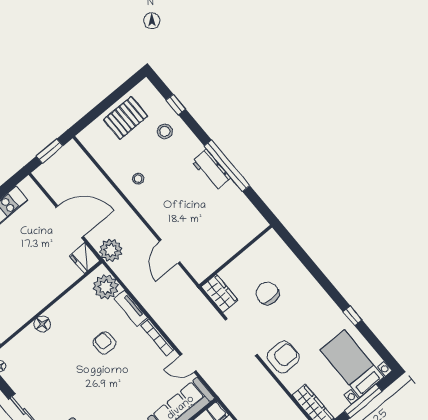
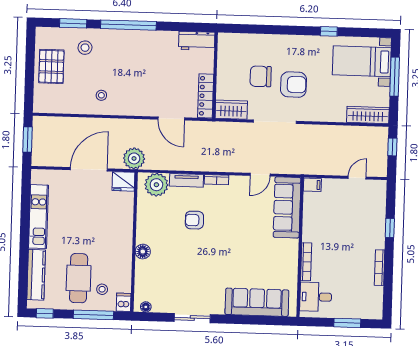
window: (176, 105) -> (73, 23), width x1.50
window: (227, 166) -> (128, 25), moved
workbench: (211, 170) -> (197, 41), moved
locker: (212, 263) -> (206, 96), added
bookcase: (158, 337) -> (217, 180), width x0.64
armchair: (283, 357) -> (293, 85), moved, turned 90

